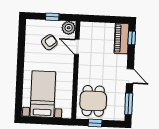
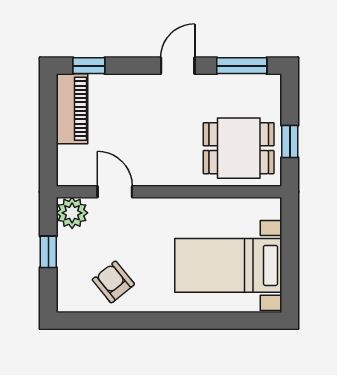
piano: (121, 39) -> (72, 109), moved, turned -90
armchair: (49, 42) -> (113, 282), moved
door: (77, 47) -> (115, 192), swing flipped

